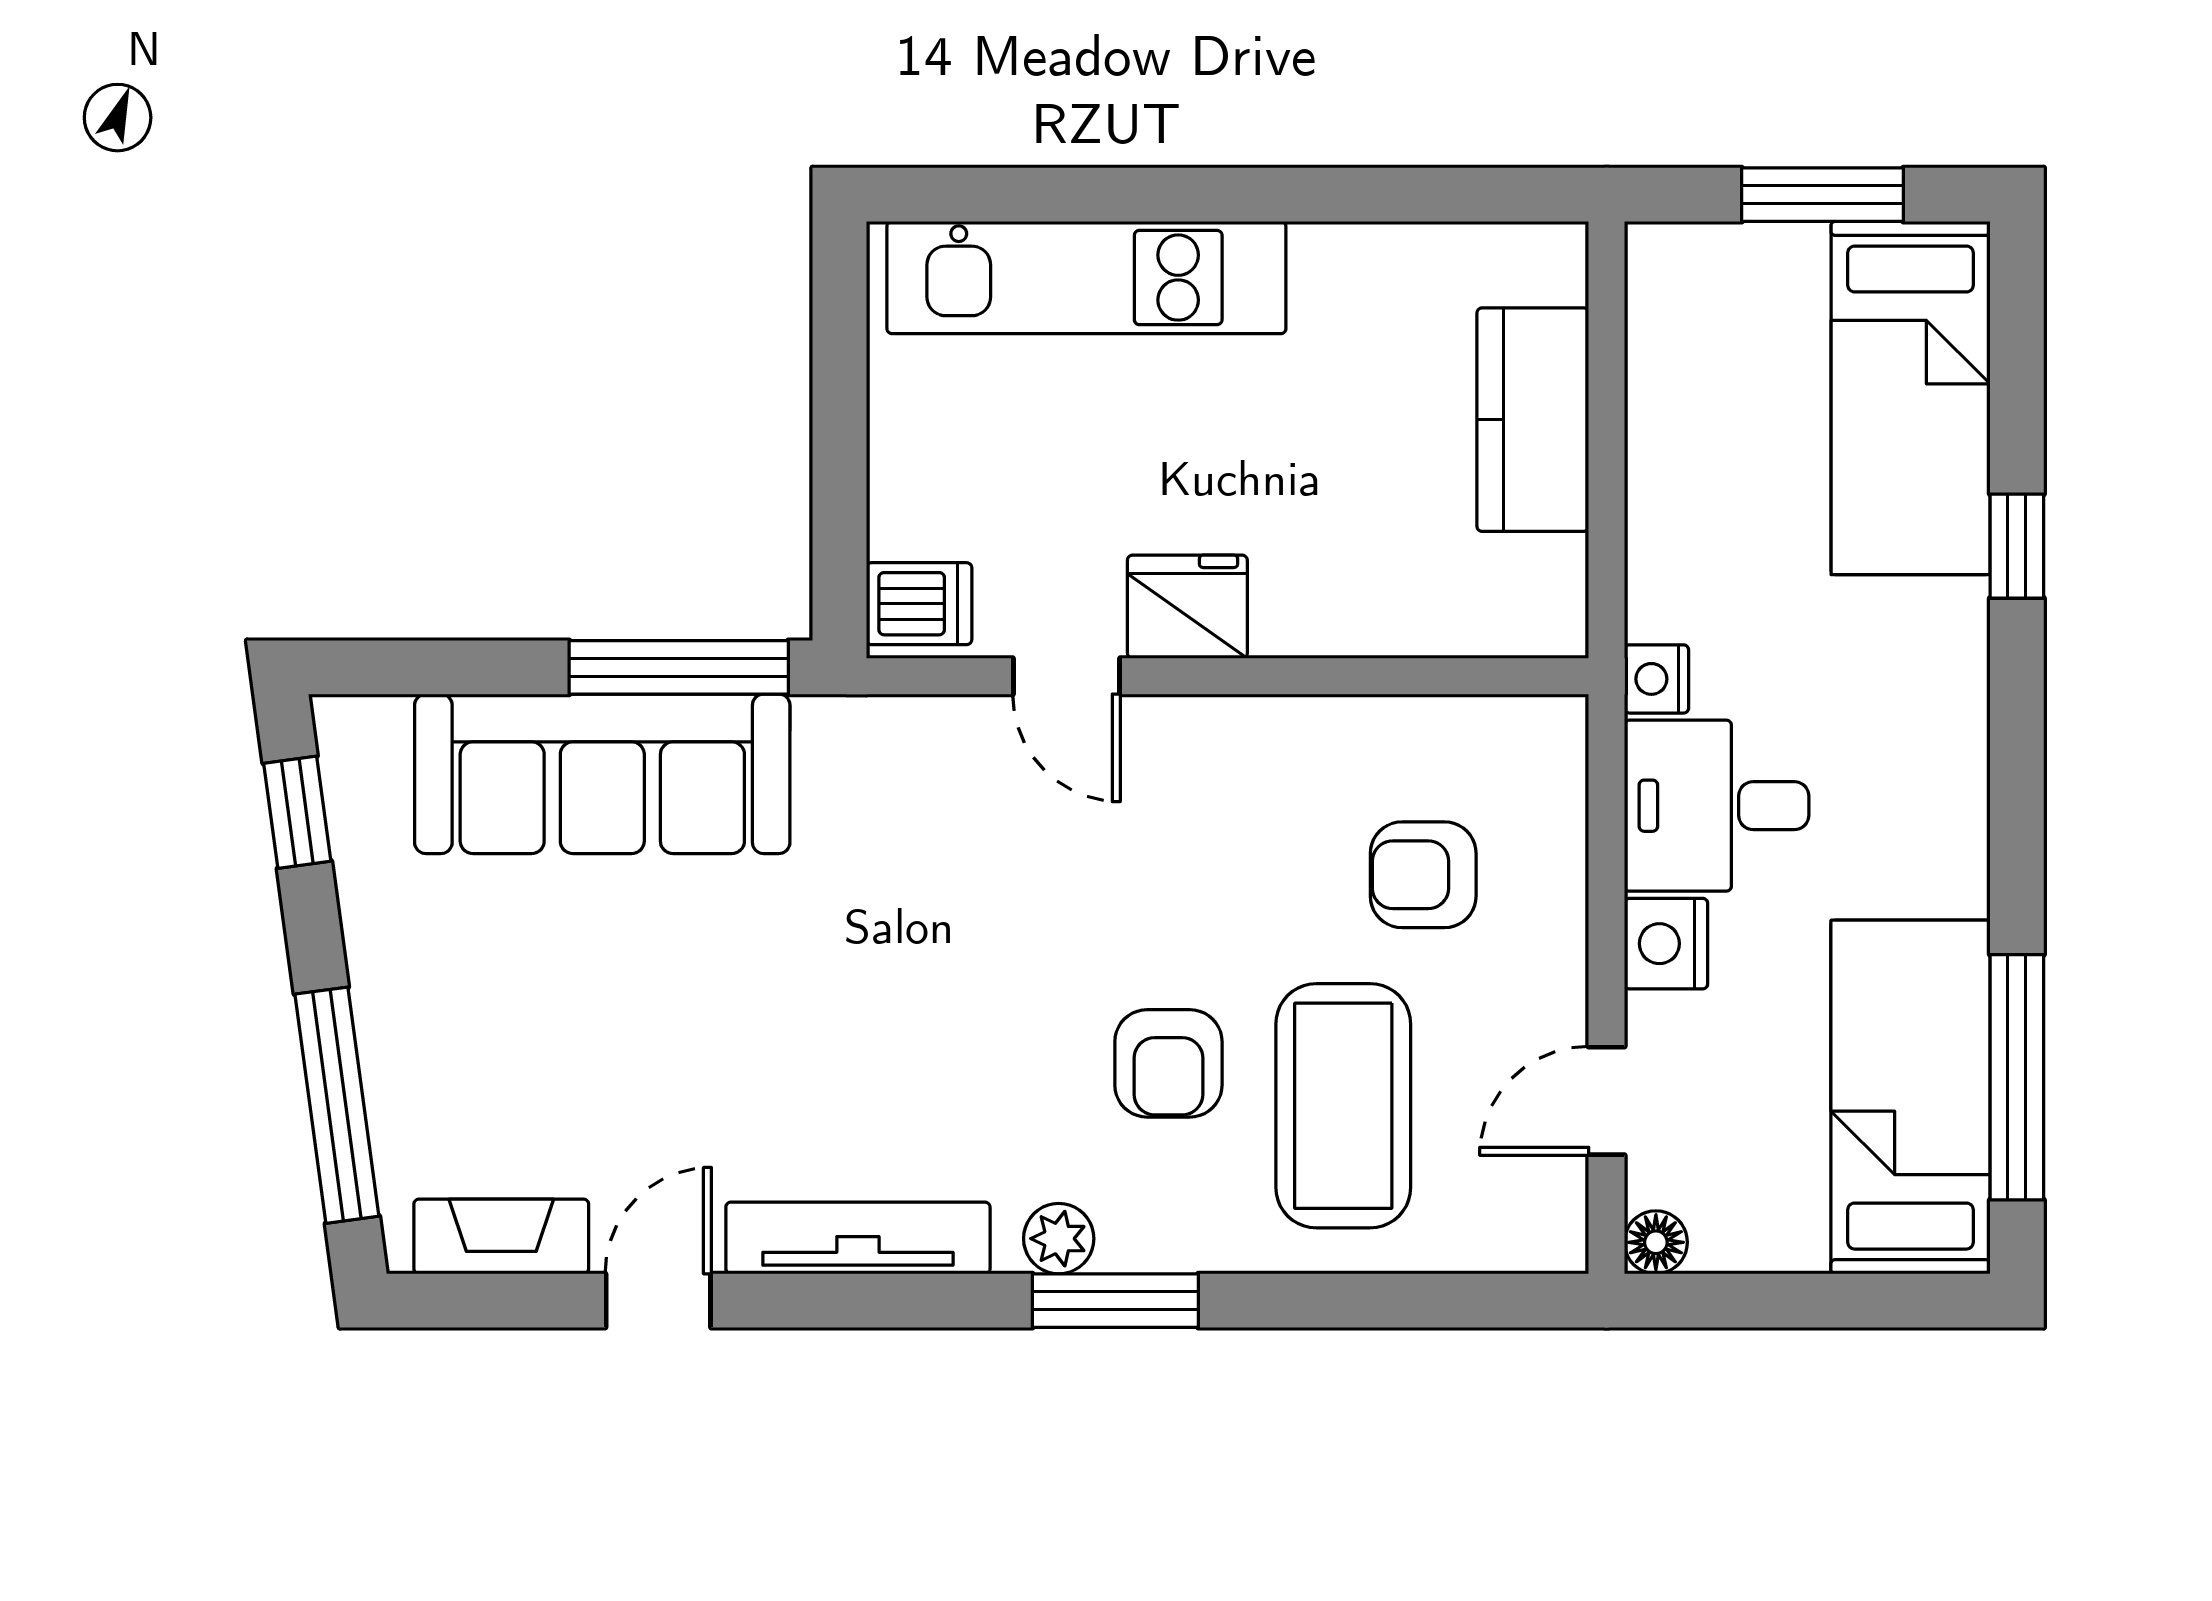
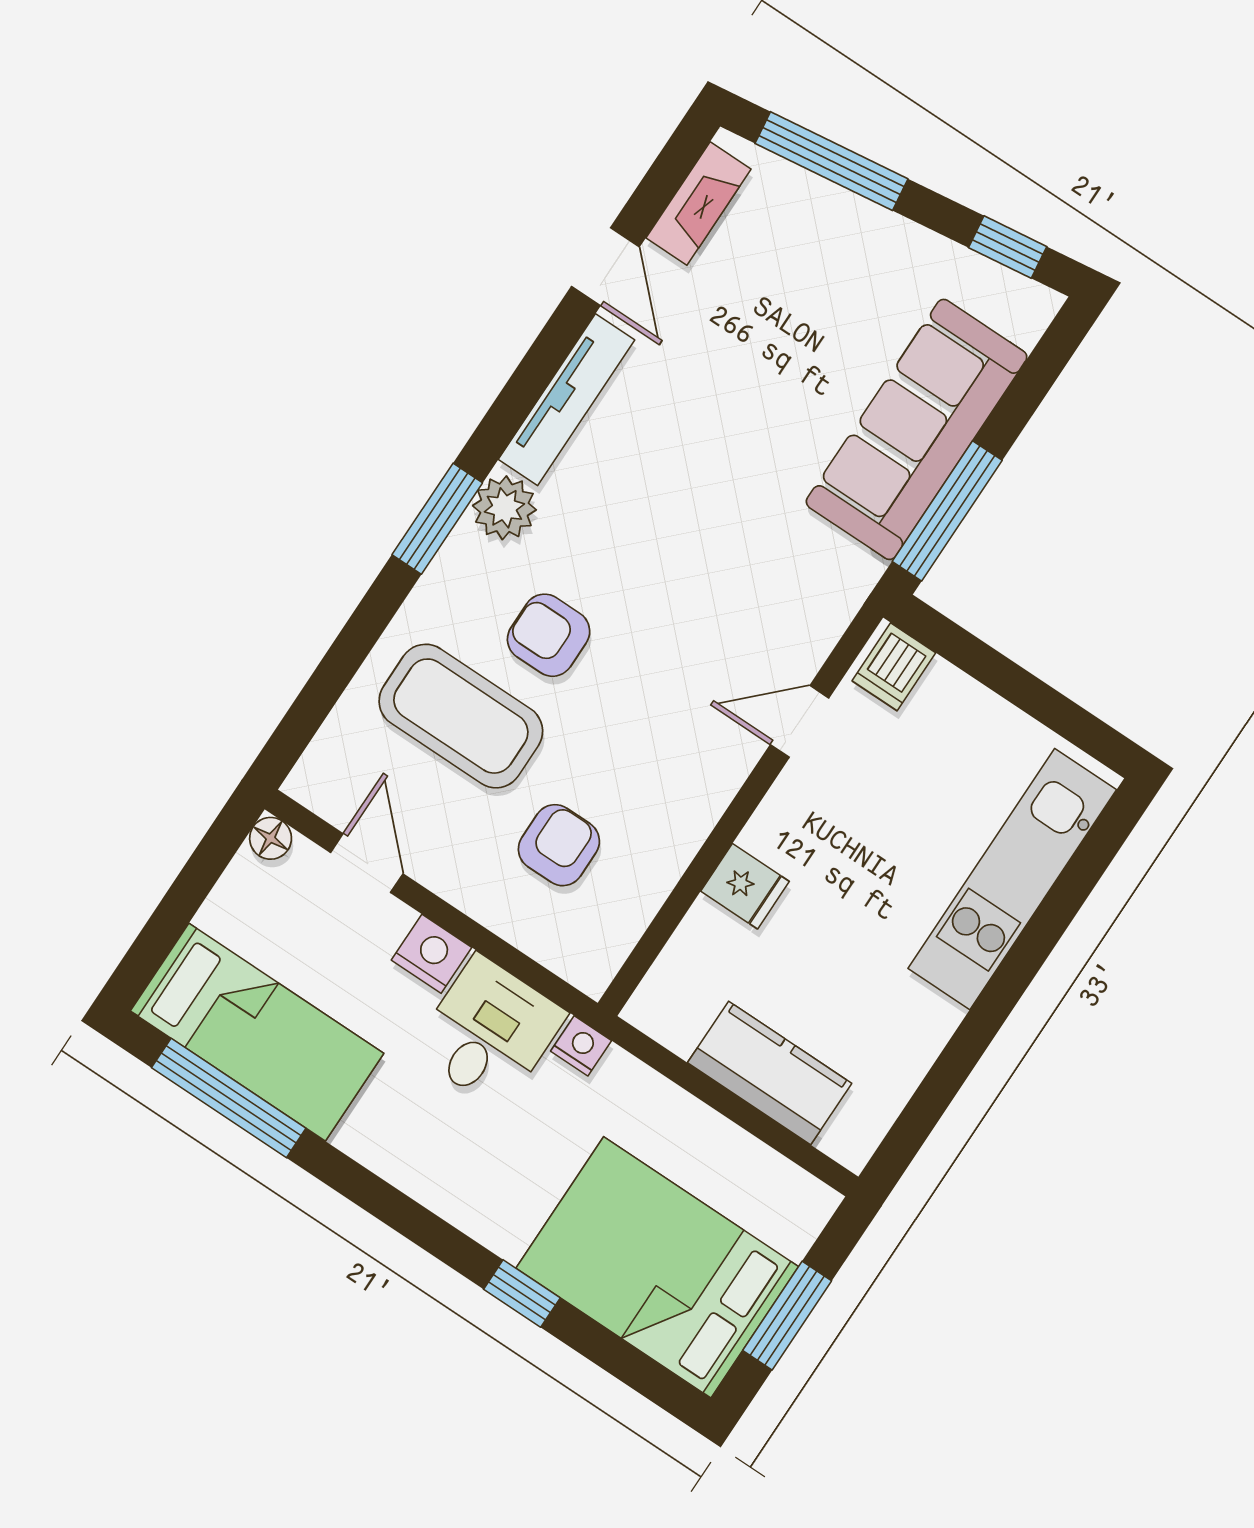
bed: (1911, 398) -> (657, 1267), width x1.50
fridge: (1187, 607) -> (745, 886), moved, width x0.72
plant: (1059, 1239) -> (504, 508), width x1.38, depth x1.38

